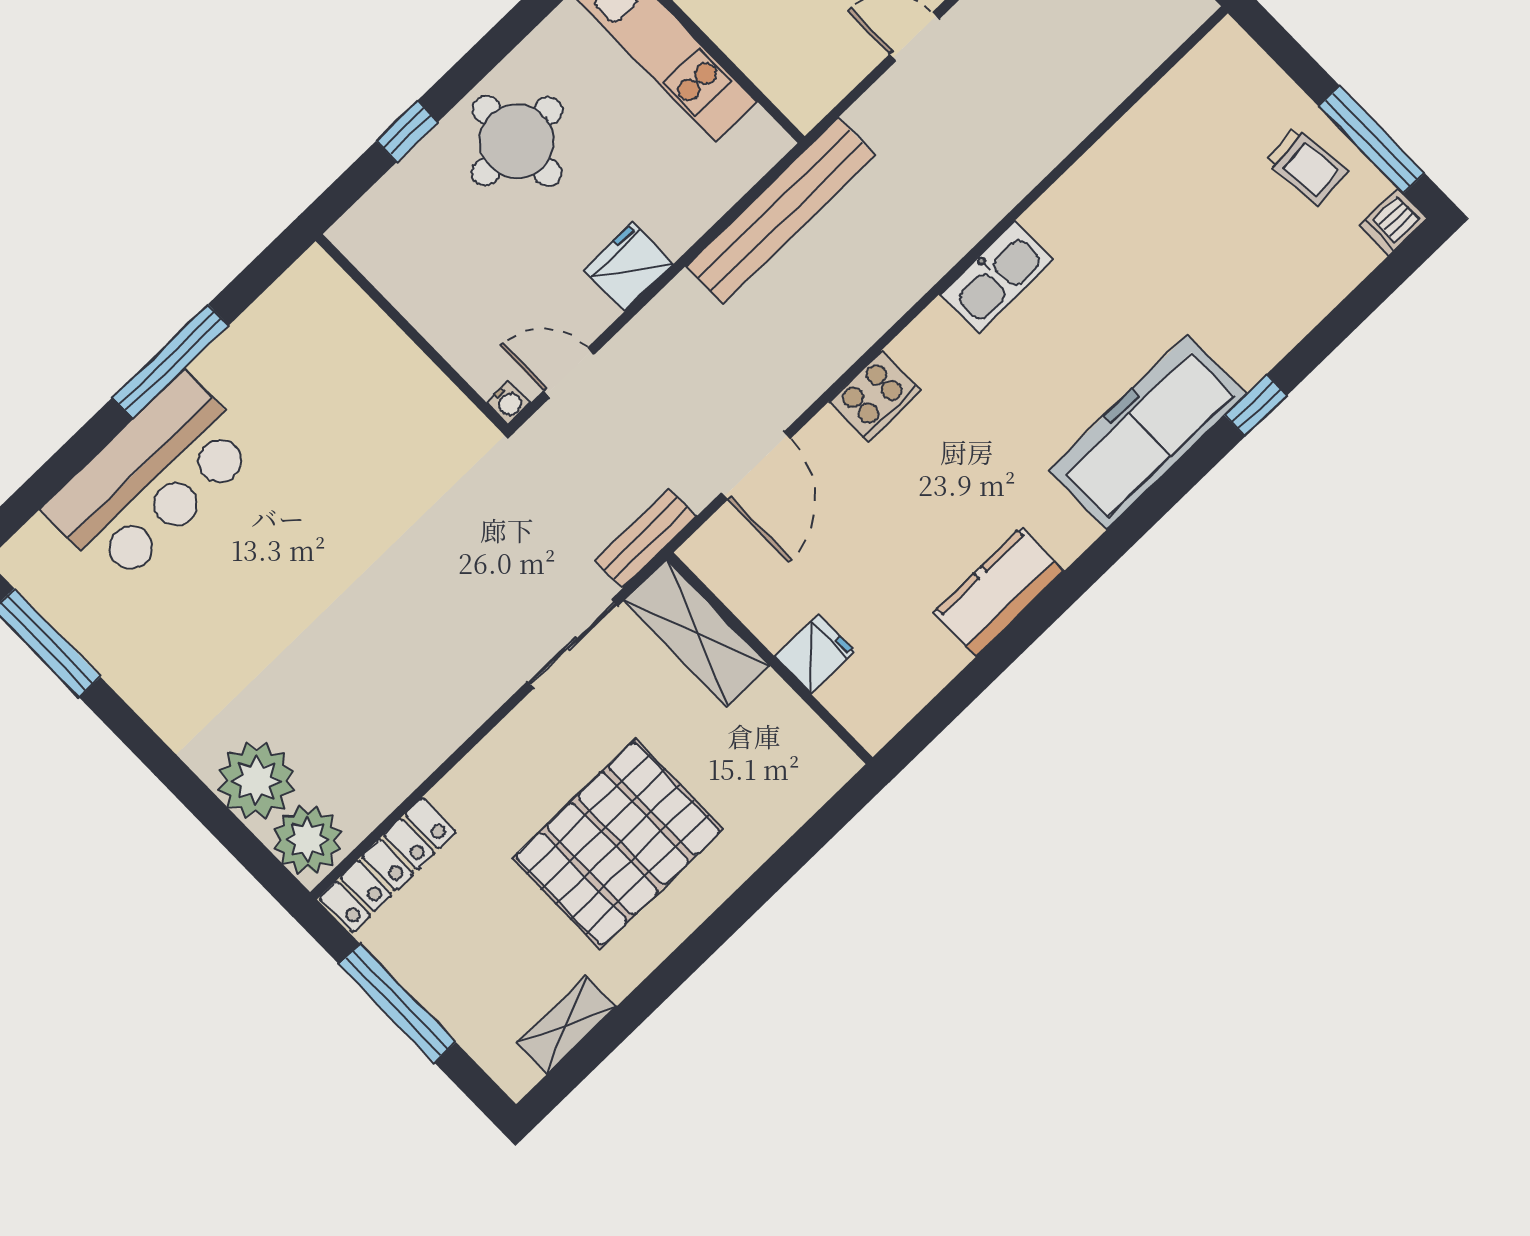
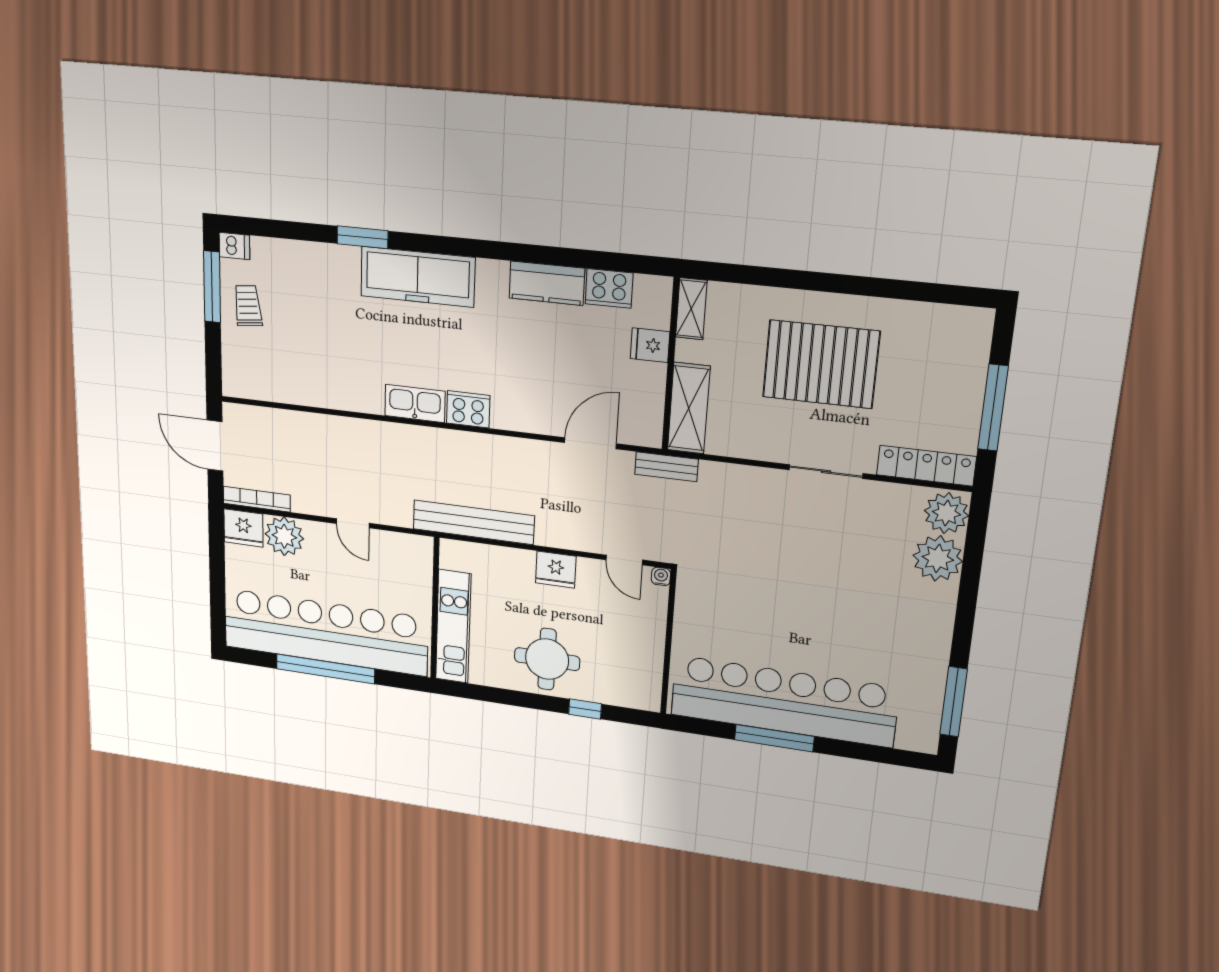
cooker: (875, 396) -> (468, 409), moved
window: (1256, 405) -> (362, 237), width x1.50
bar counter: (151, 479) -> (783, 701), width x1.86
sliding door: (573, 644) -> (826, 472), moved
cooker: (926, 665) -> (609, 288), added
shelving: (566, 1025) -> (691, 309), moved, turned 90

